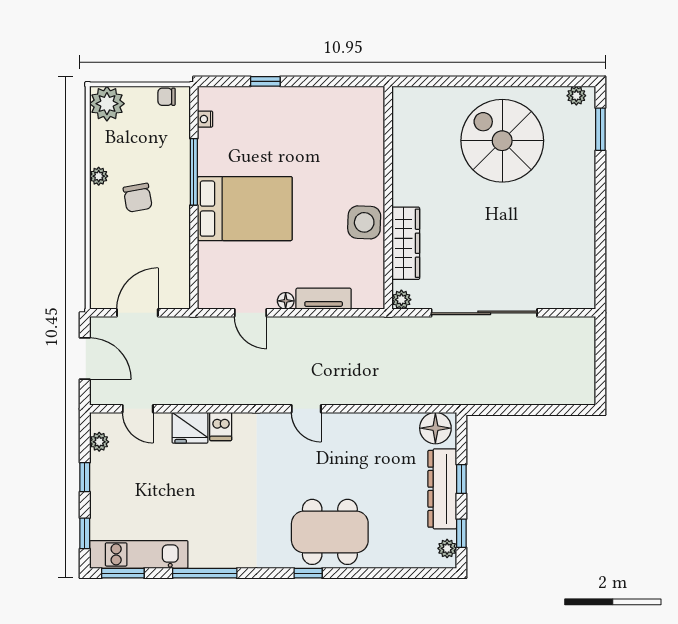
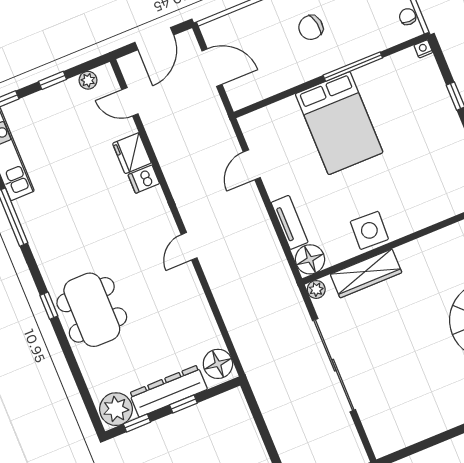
nightstand: (205, 119) -> (423, 49), moved
floor lamp: (286, 301) -> (310, 259), moved, width x1.89, depth x1.89
door: (138, 409) -> (130, 102), hinge flipped
plant: (447, 548) -> (116, 409), width x1.88, depth x1.88

